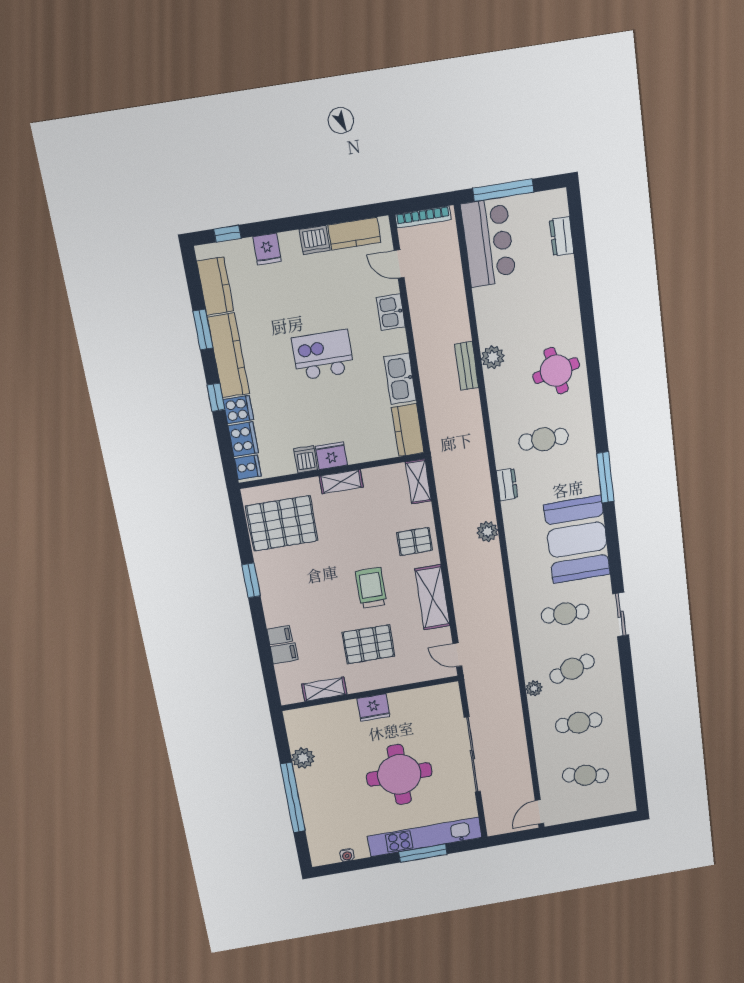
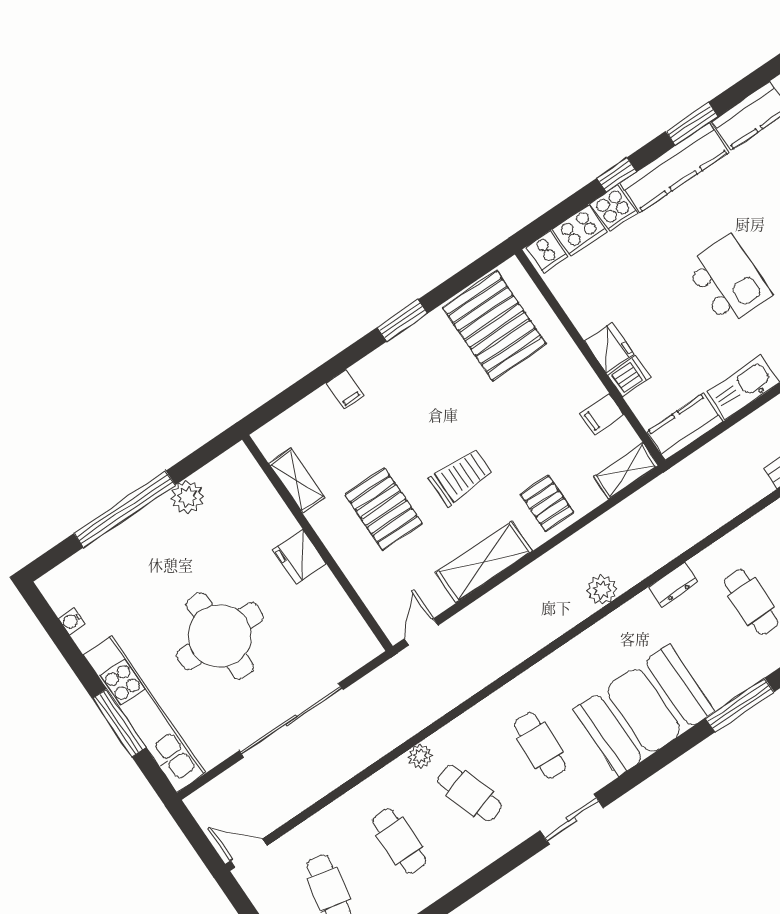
dishwasher: (306, 459) -> (629, 376), moved
shelving: (341, 482) -> (582, 375), removed
filing cabinet: (284, 653) -> (602, 414), moved, turned 90

